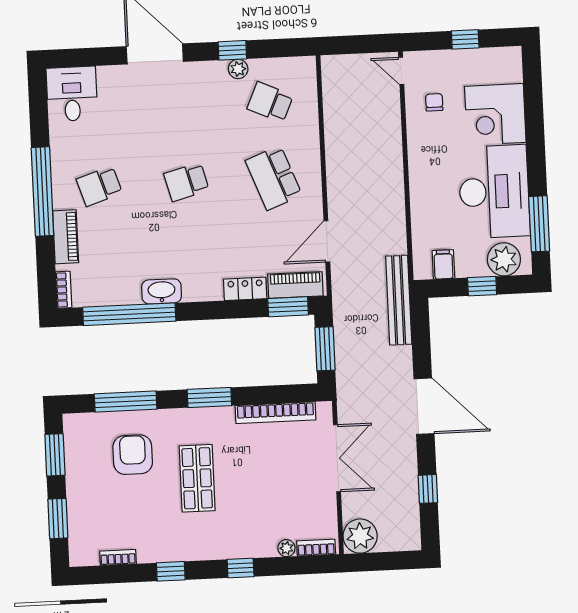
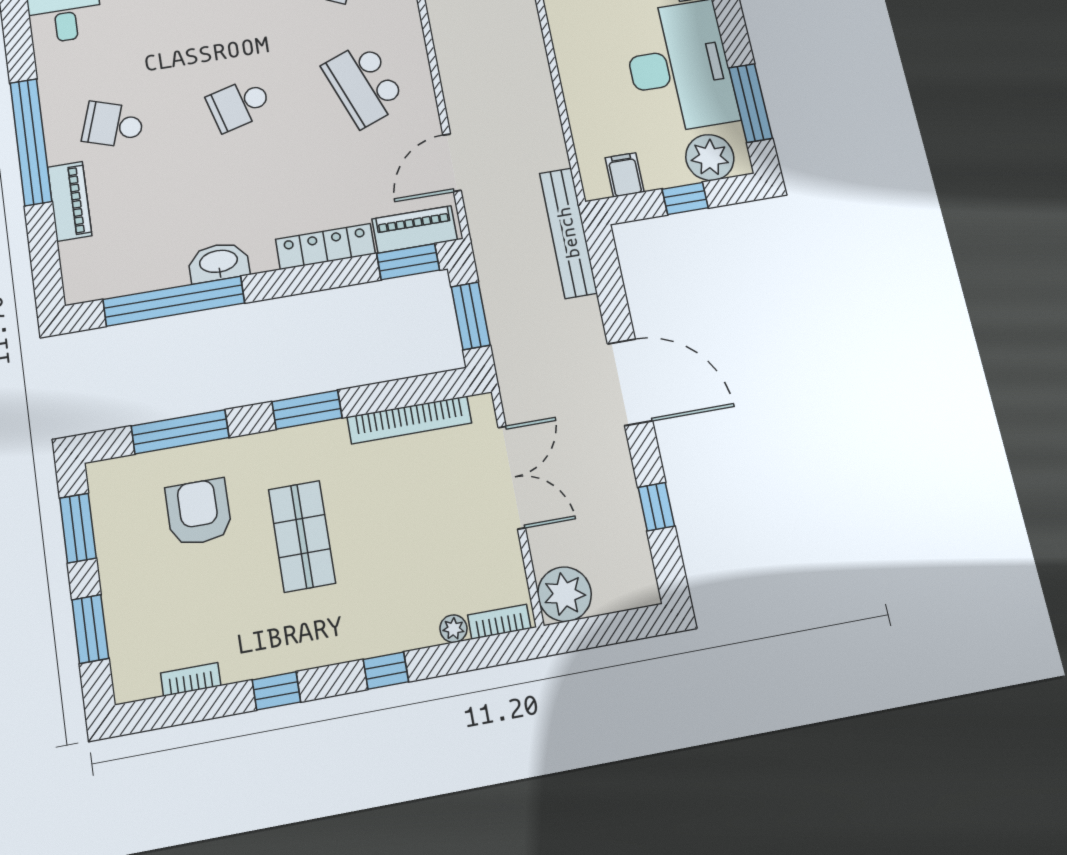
school desk: (99, 186) -> (113, 125), turned 36
locker: (245, 289) -> (325, 246), width x1.53
bookcase: (64, 290) -> (72, 278), removed

